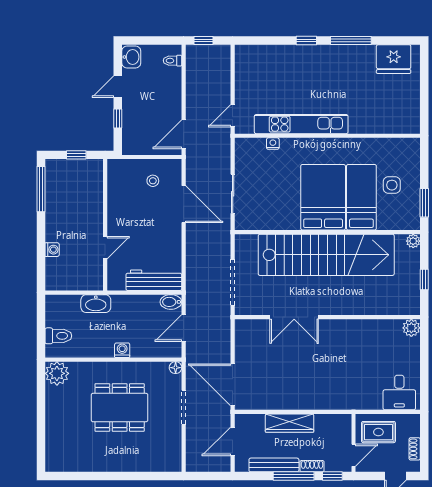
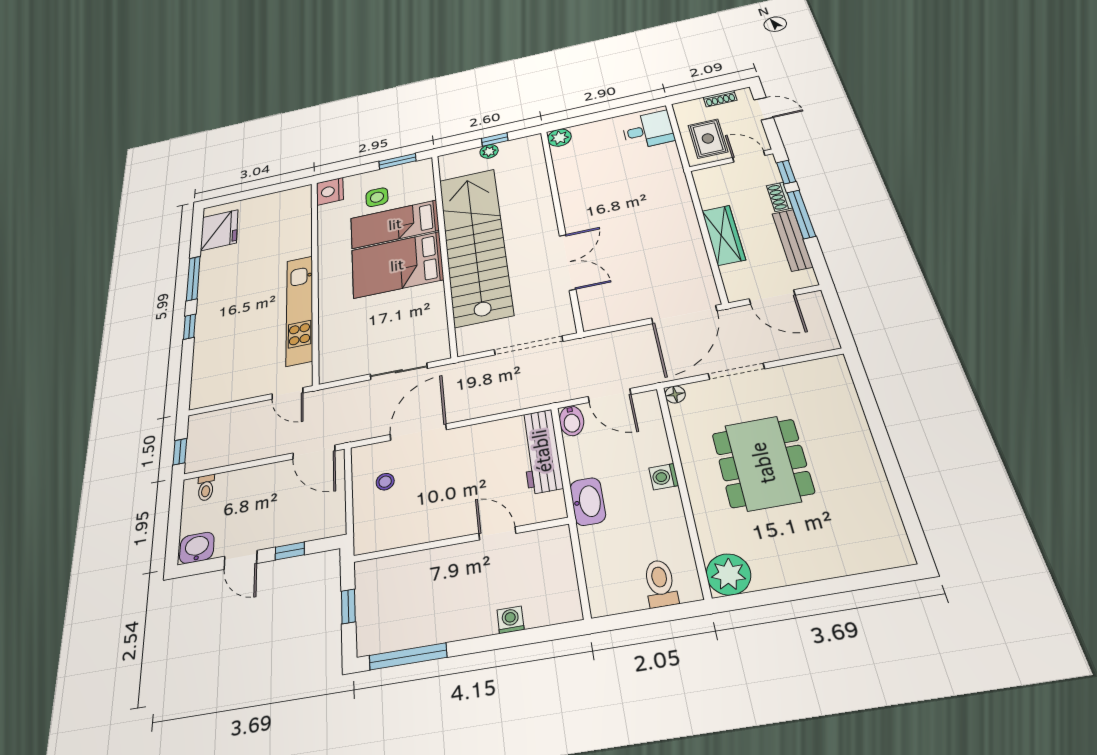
nightstand: (273, 144) -> (330, 191), moved, width x1.89, depth x1.79
plant: (413, 241) -> (489, 151), moved
washbasin: (96, 304) -> (588, 501), moved

